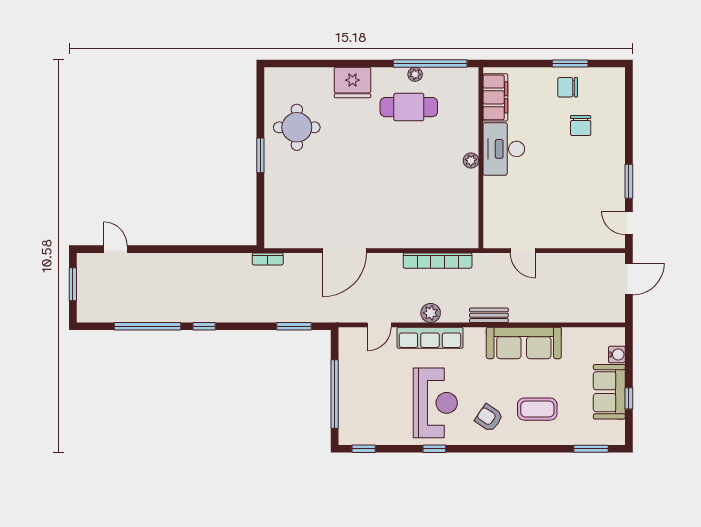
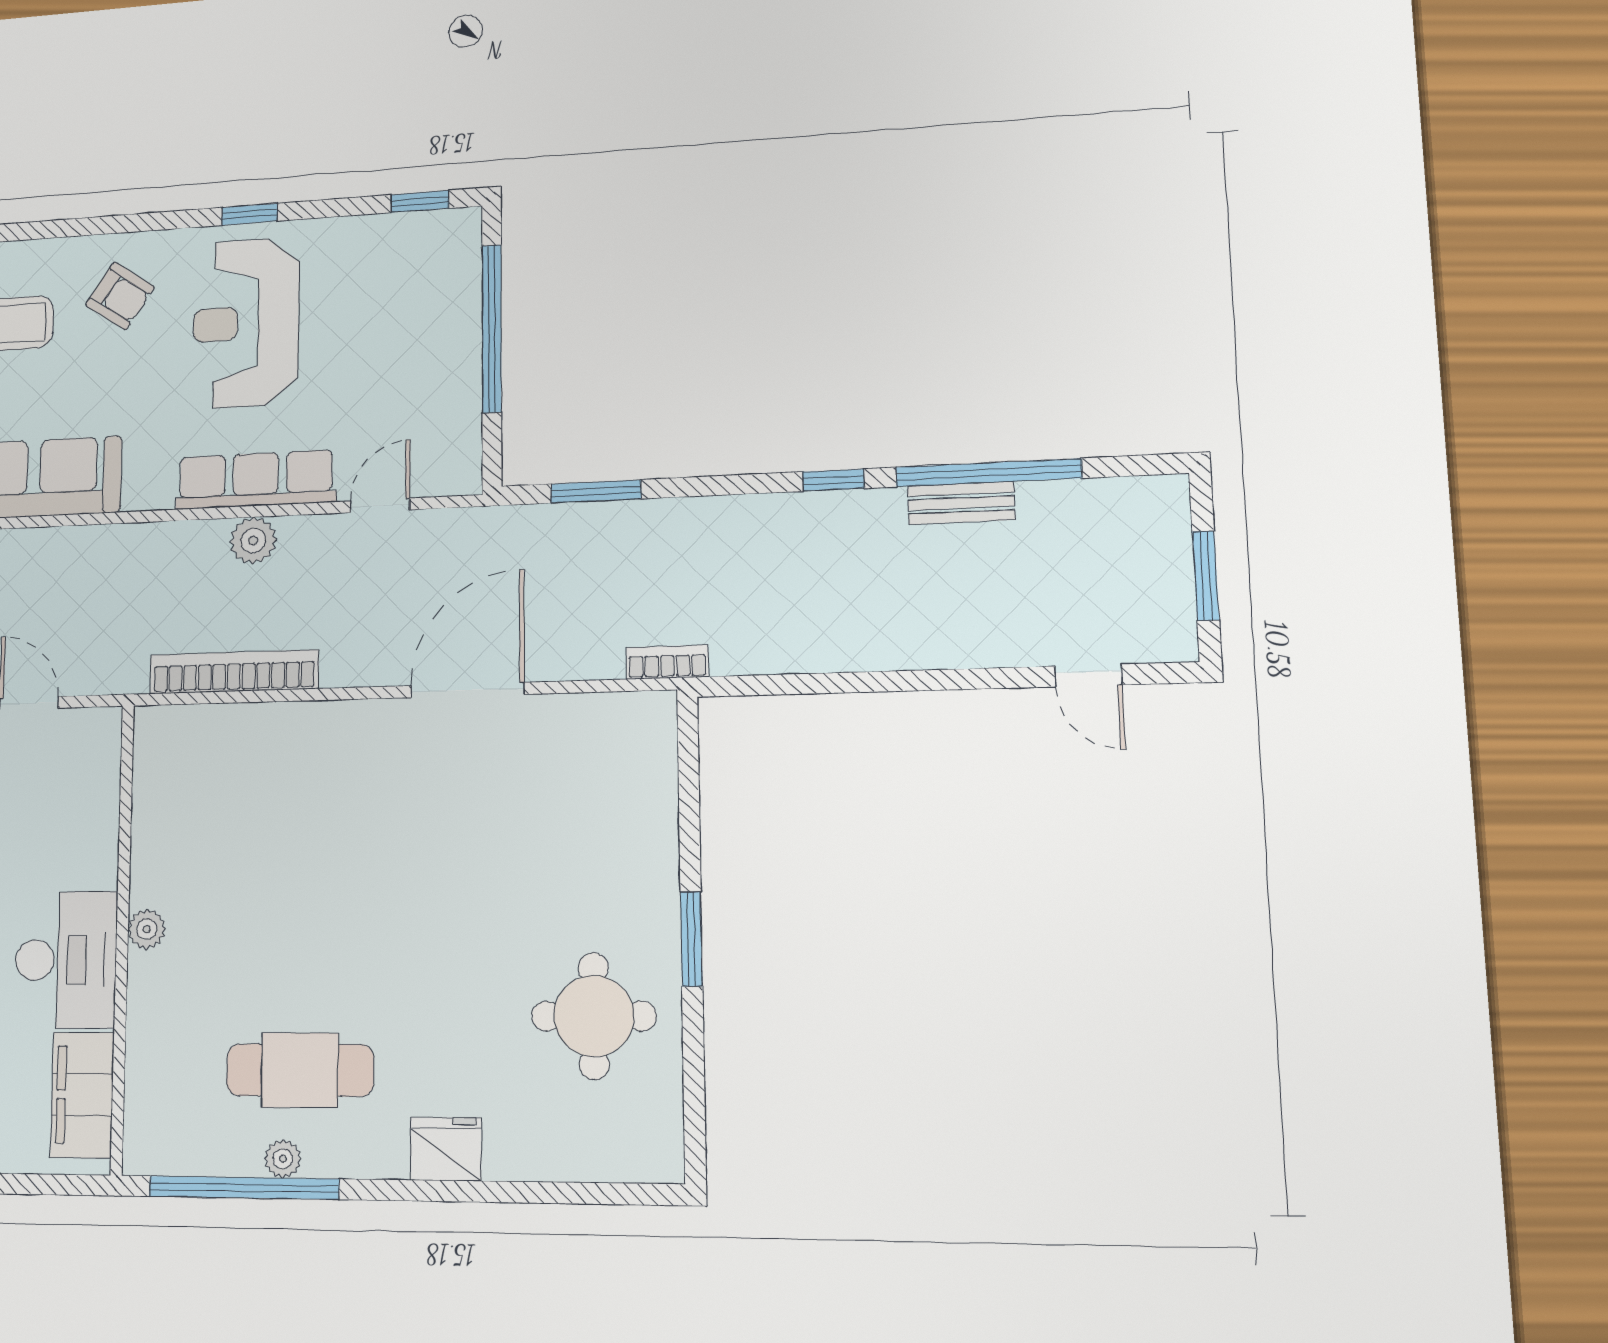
fridge: (352, 83) -> (446, 1149), width x0.73, depth x0.75
bench: (489, 315) -> (961, 503), moved

